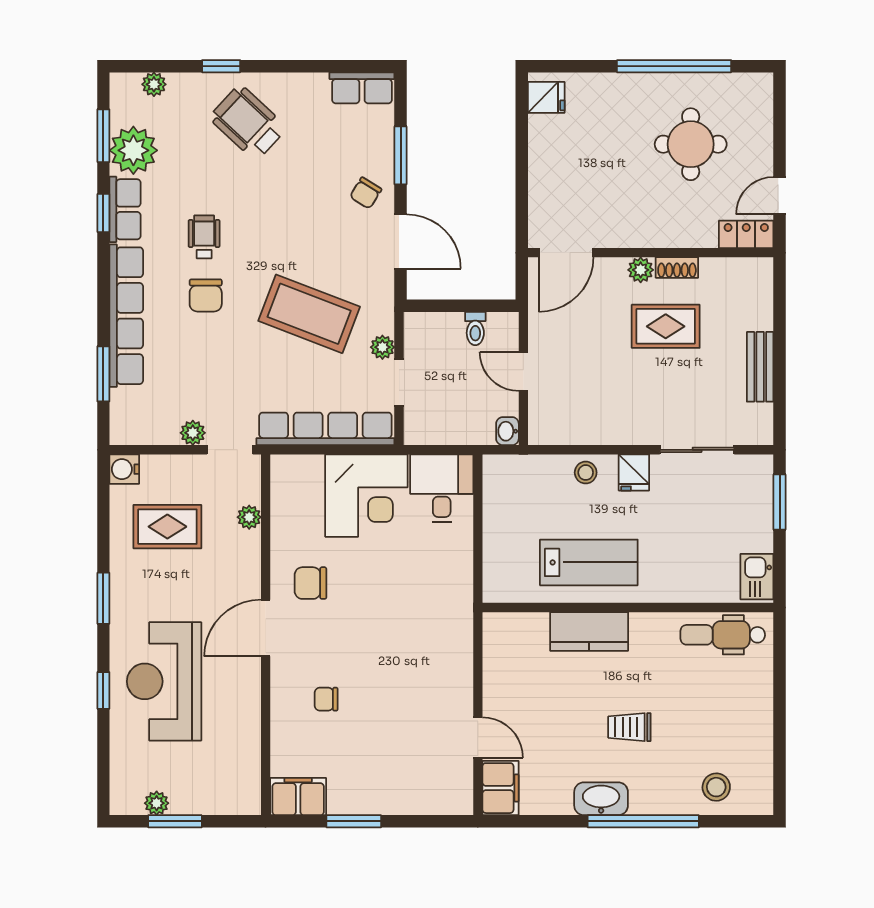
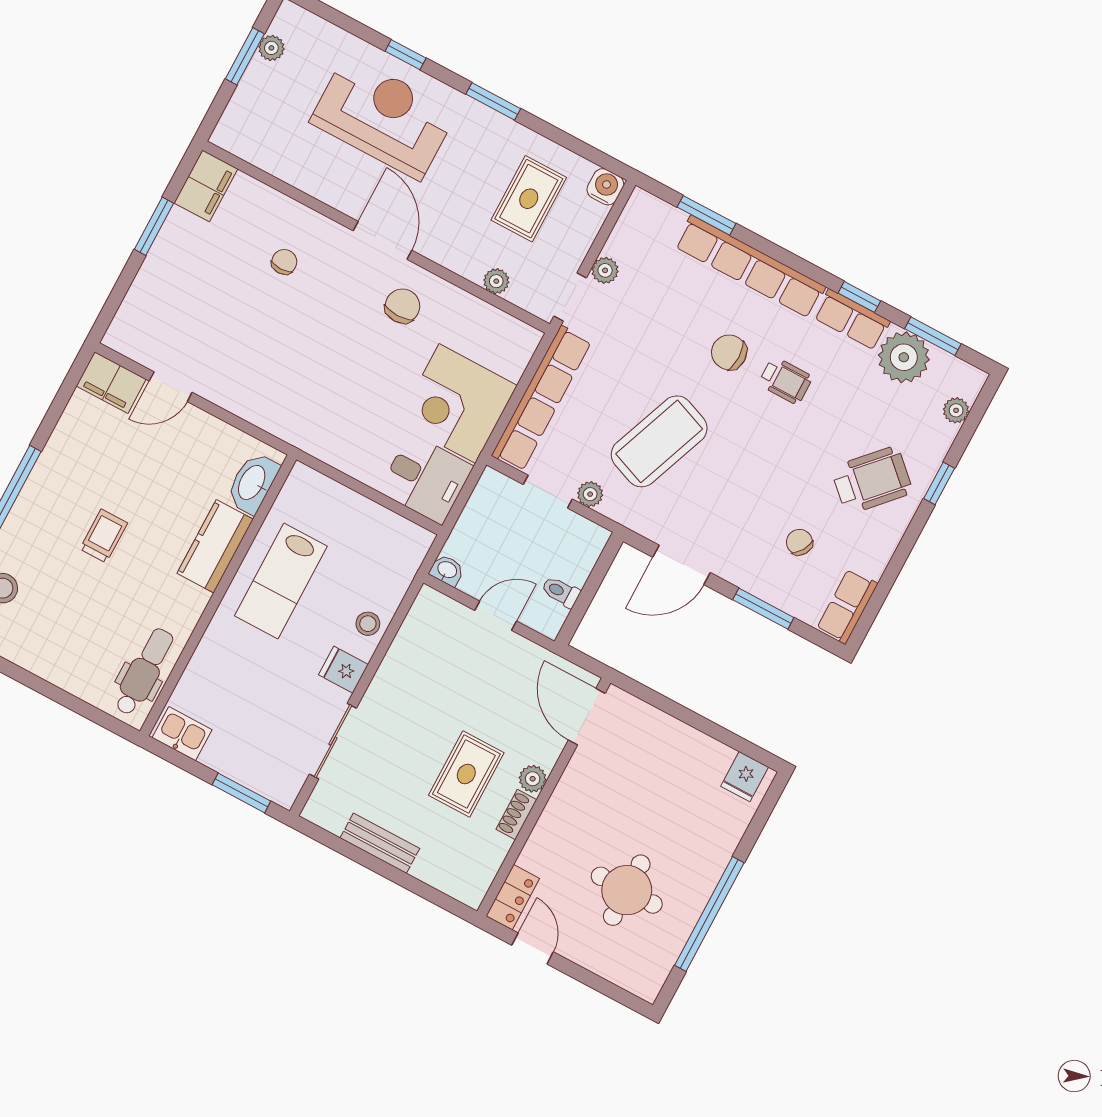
chair: (366, 193) -> (799, 542), moved
washbasin: (601, 799) -> (253, 483), moved, turned 180

